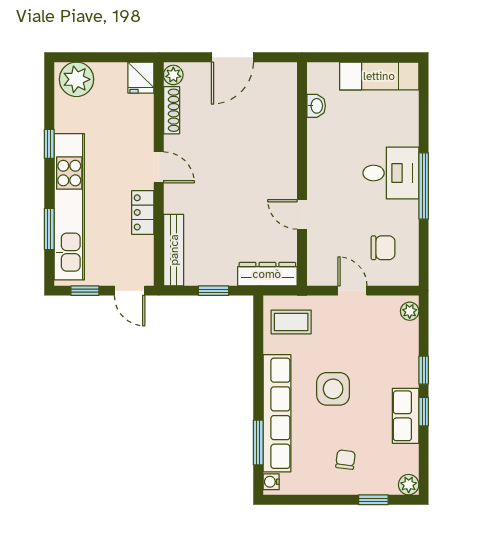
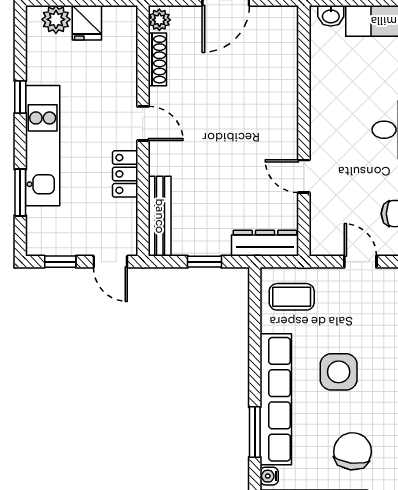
fridge: (141, 78) -> (87, 23), moved
plant: (76, 79) -> (56, 19), width x0.73, depth x0.73
washbasin: (316, 106) -> (331, 16), moved, turned 90
kitchen unit: (69, 207) -> (43, 146), width x0.73
chair: (345, 460) -> (353, 451), width x1.87, depth x1.87

